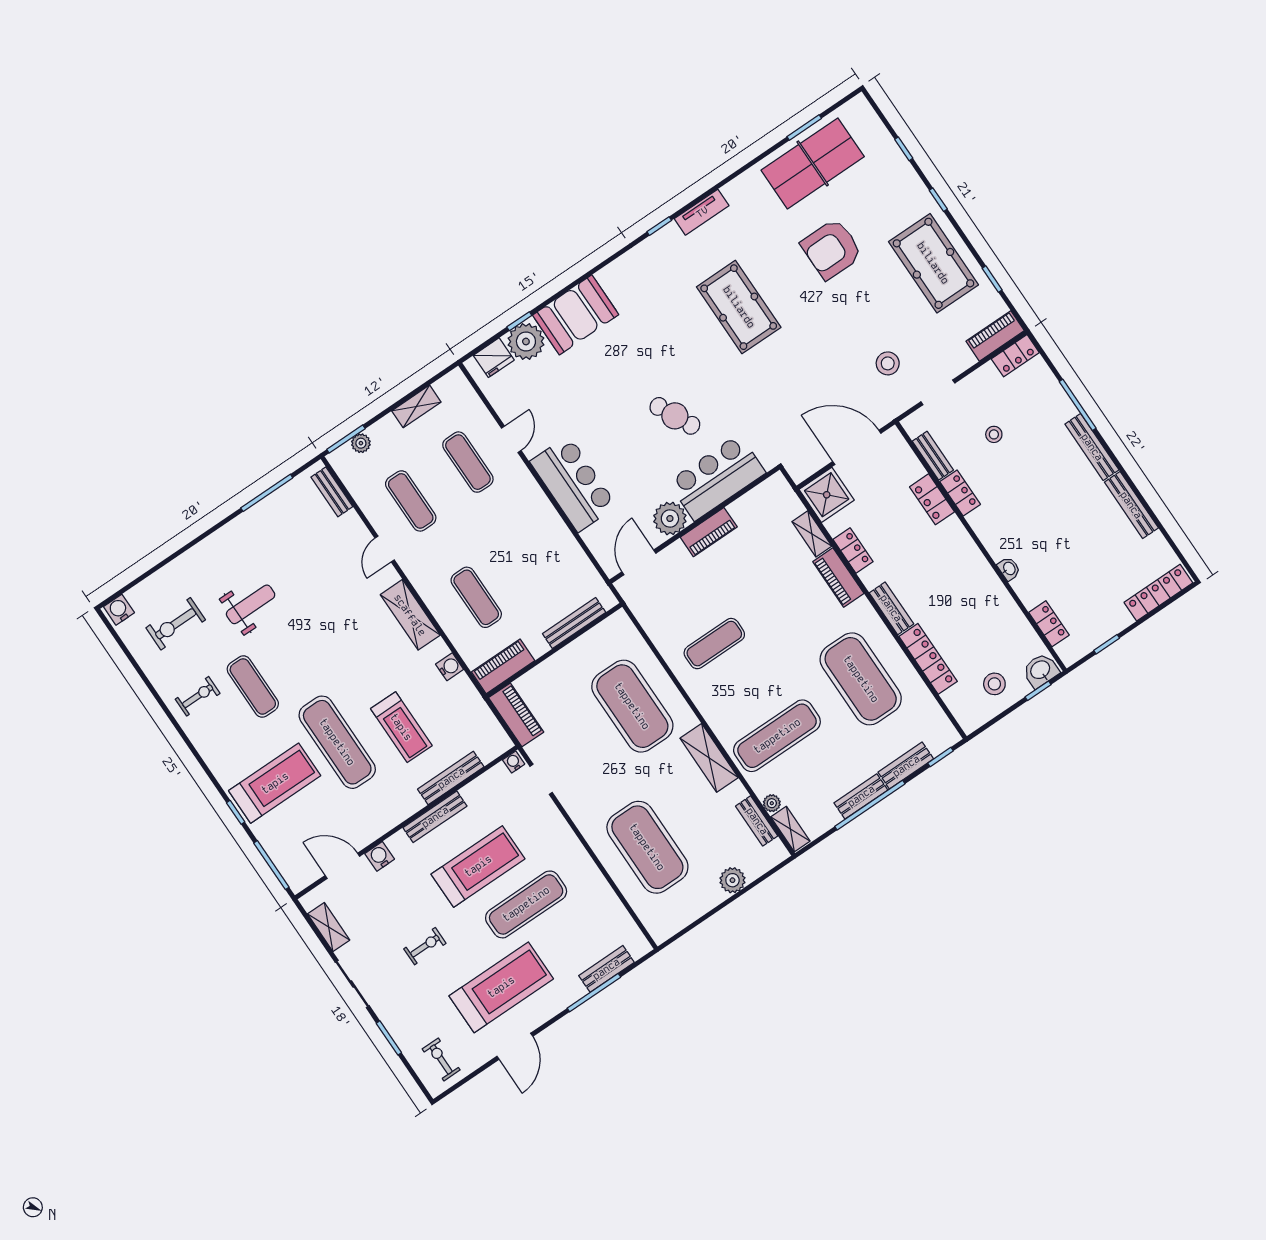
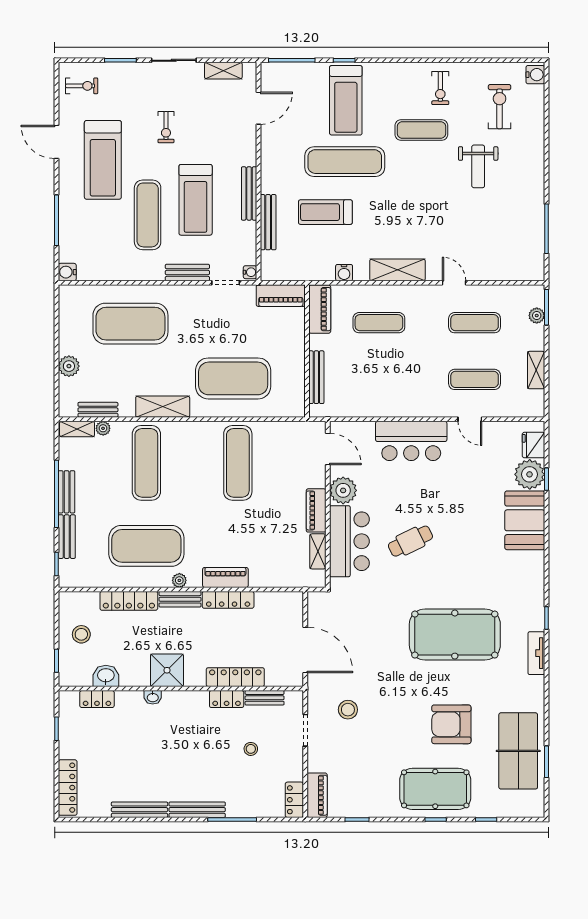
armchair: (832, 249) -> (451, 724), turned -90
pool table: (933, 263) -> (435, 789), moved
pool table: (739, 307) -> (455, 635), width x1.36, depth x1.32
door: (857, 447) -> (305, 650), hinge flipped
bench: (332, 492) -> (517, 273), removed
shower: (827, 495) -> (167, 670), moved
locker: (932, 499) -> (235, 677), width x1.53
shelving: (812, 534) -> (318, 551), moved, turned 90
locker: (853, 551) -> (228, 600), width x1.53
plant: (873, 622) -> (179, 580), added
exercise mat: (714, 644) -> (238, 463), width x1.36, depth x1.45
washbasin: (1041, 670) -> (106, 676), moved, turned -90
water cooler: (380, 856) -> (67, 272), moved, turned 180
bench: (606, 969) -> (187, 273), moved, turned 90

